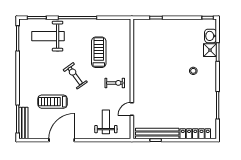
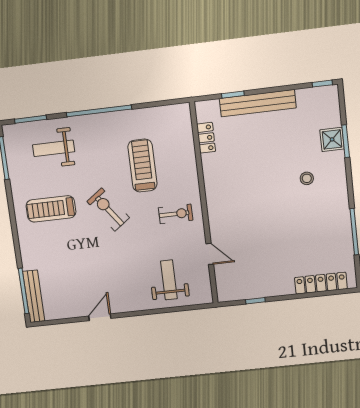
weight bench: (48, 36) -> (54, 148), width x0.73, depth x0.75
washbasin: (211, 36) -> (331, 115), removed
locker: (138, 41) -> (206, 138), added
treadmill: (53, 102) -> (51, 209), moved
door: (132, 109) -> (210, 254), swing flipped
bench: (157, 133) -> (258, 103), moved
door: (62, 140) -> (100, 317), width x0.53

